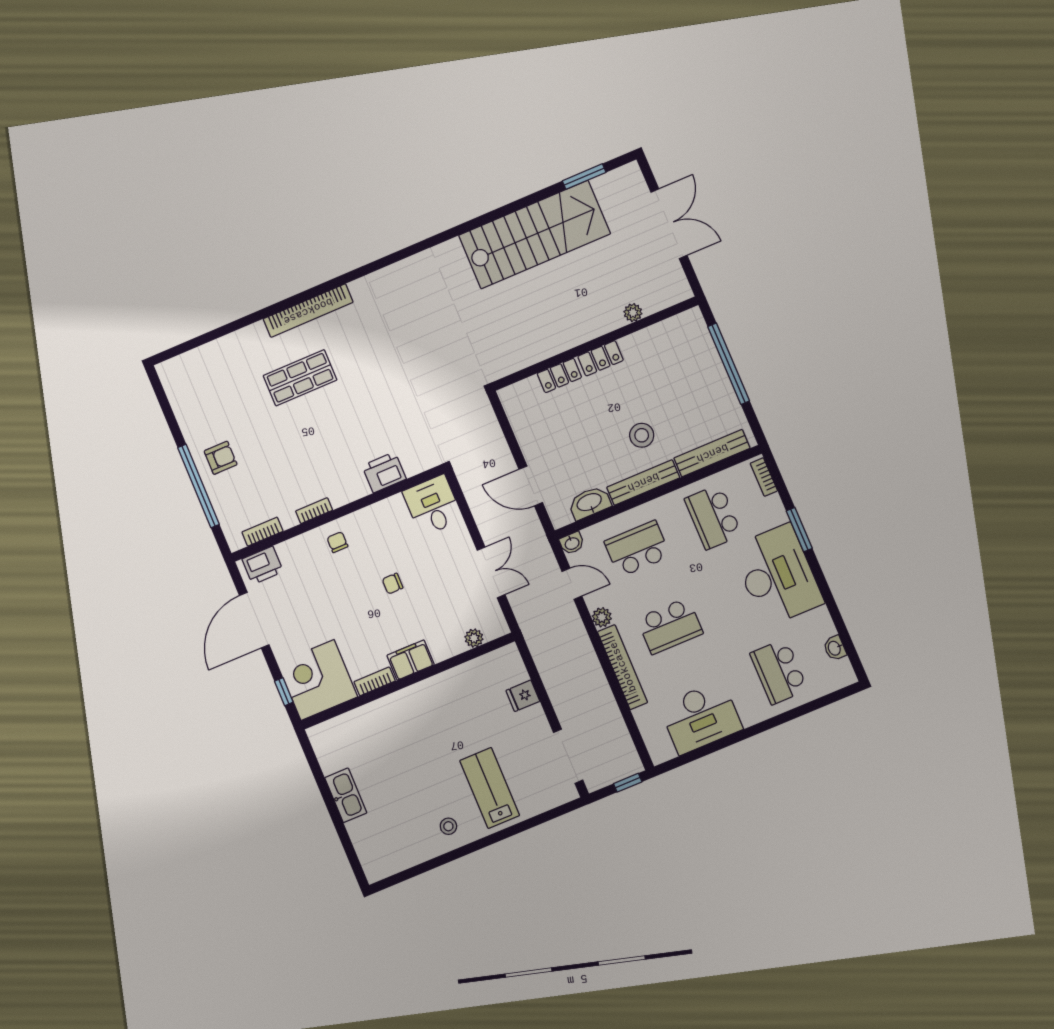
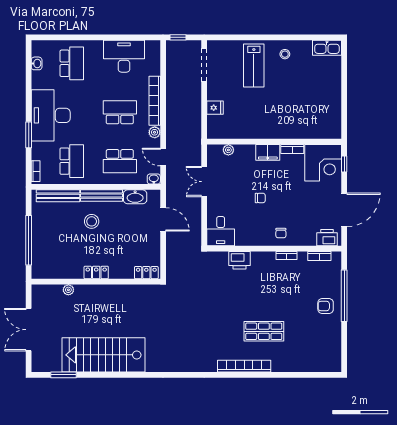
locker: (559, 375) -> (146, 273), moved
kitchen sink: (346, 795) -> (327, 48), moved, turned -90

